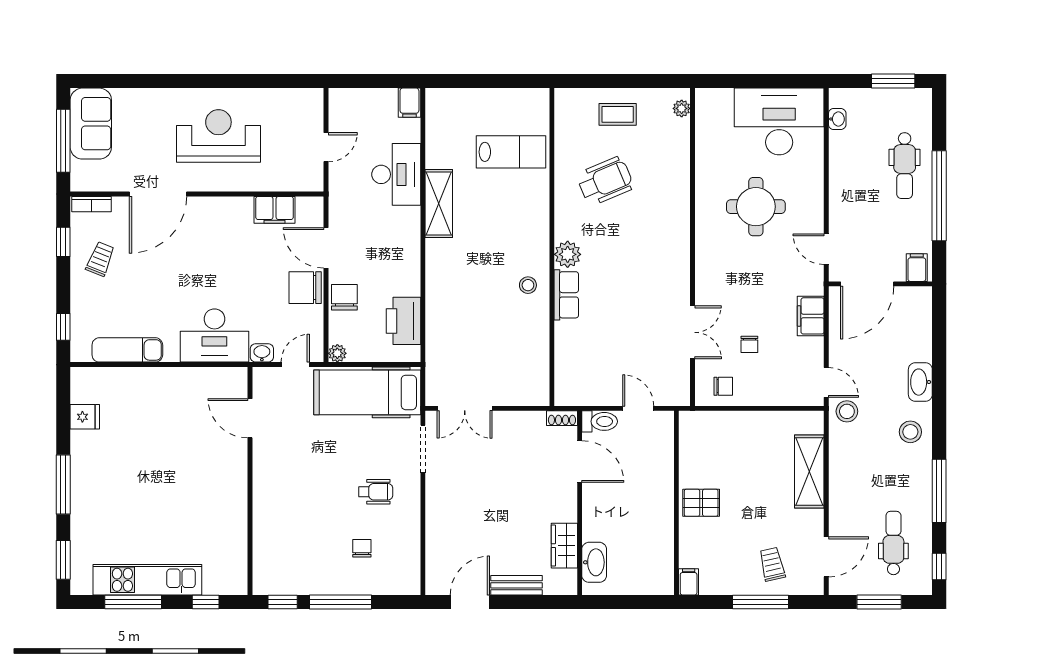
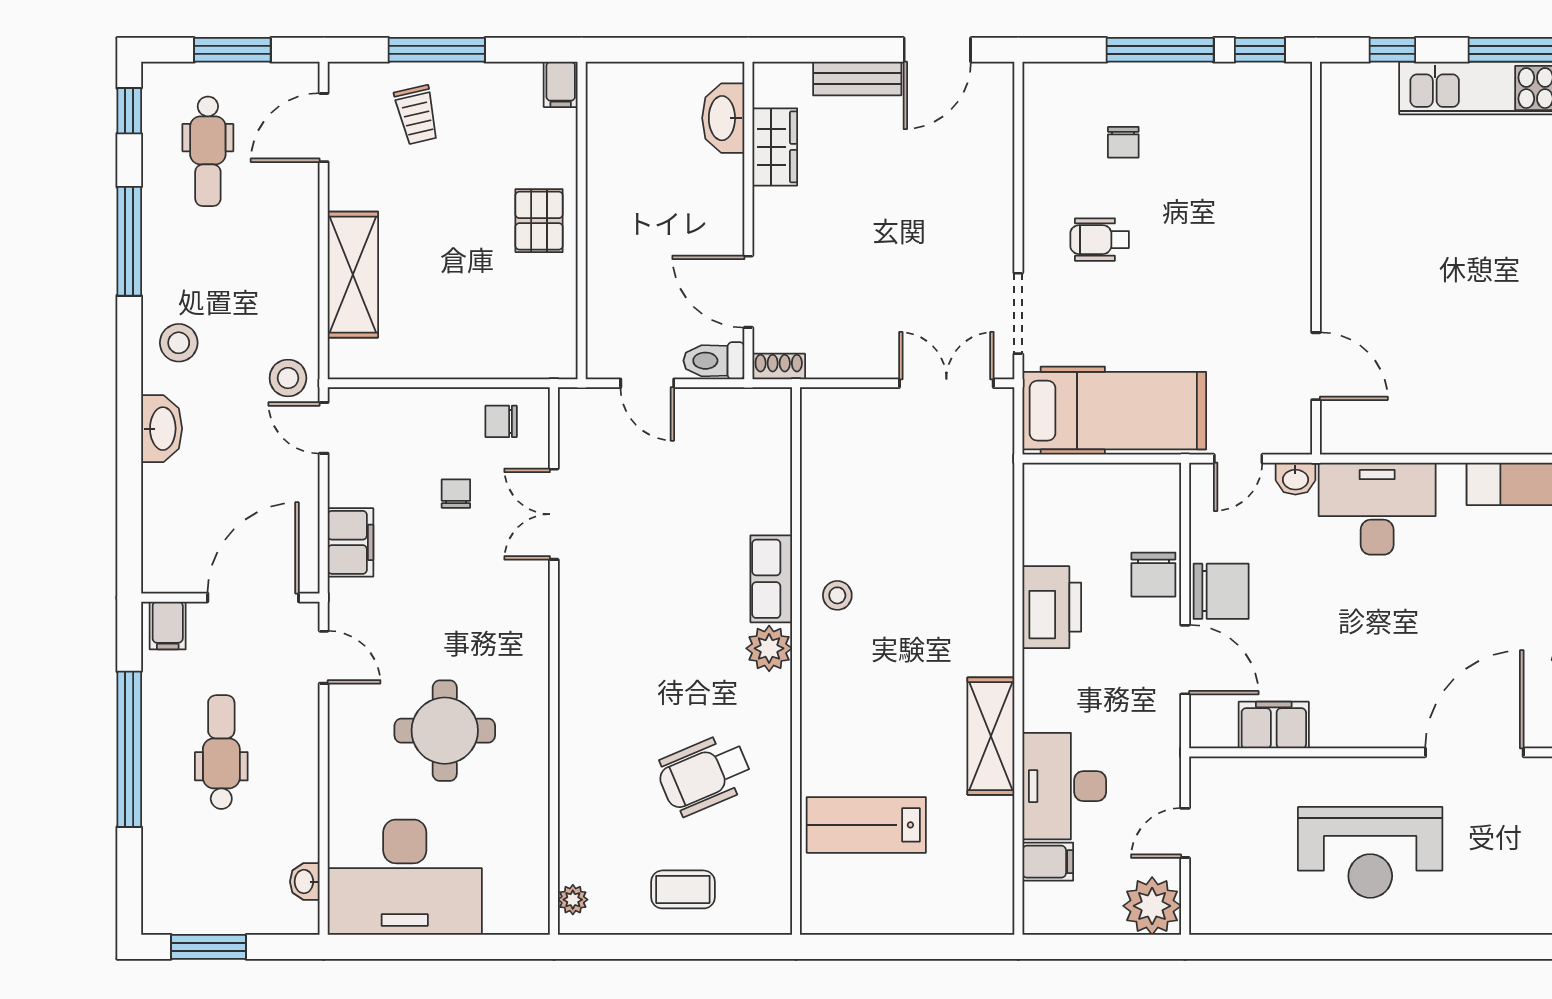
filing cabinet: (409, 103) -> (1048, 862), moved, turned 90
dental chair: (905, 166) -> (221, 752), moved
printer: (403, 321) -> (1052, 607), moved
plant: (337, 353) -> (1152, 906), moved, width x1.88, depth x1.88
pallet: (701, 503) -> (539, 221), turned 90

